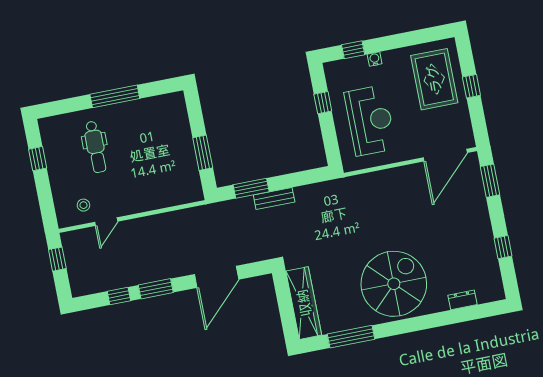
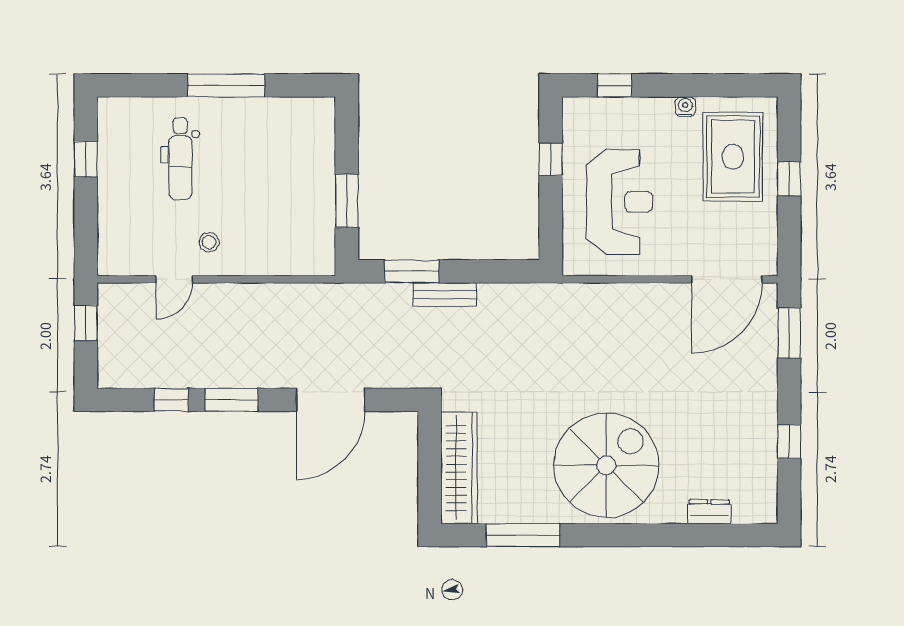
water cooler: (375, 59) -> (685, 107), moved
stool: (83, 205) -> (209, 242), moved

